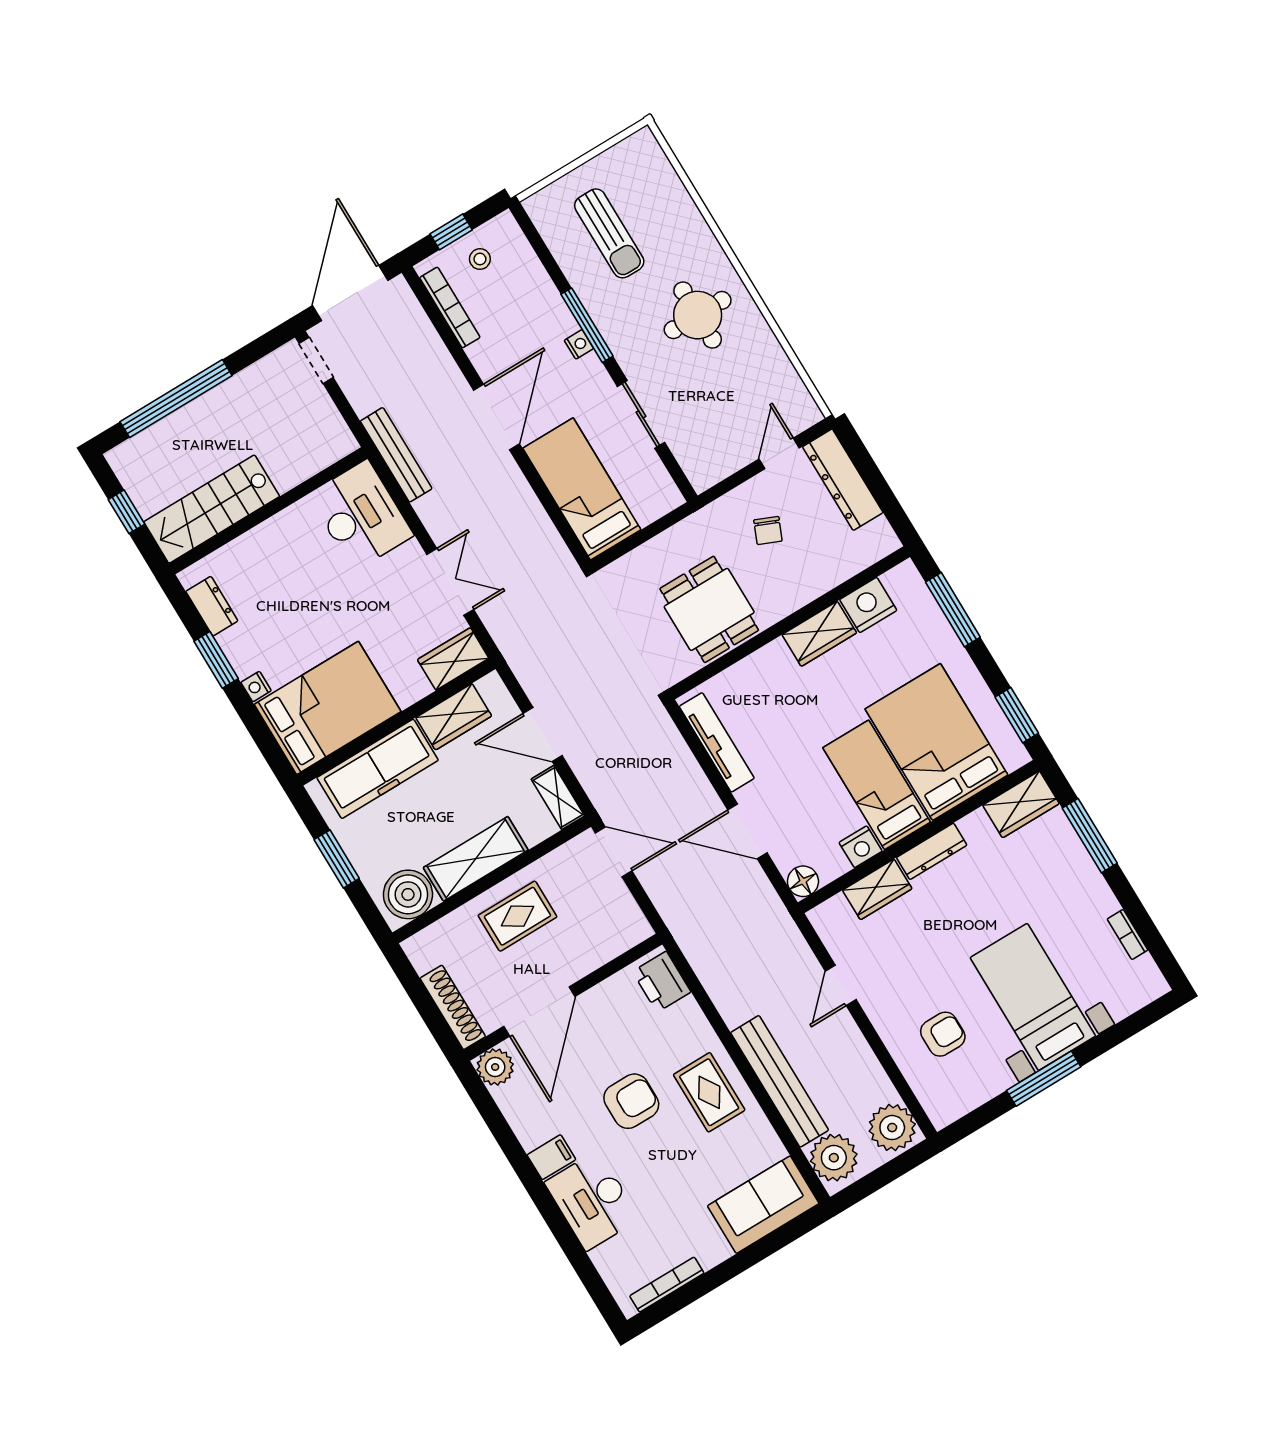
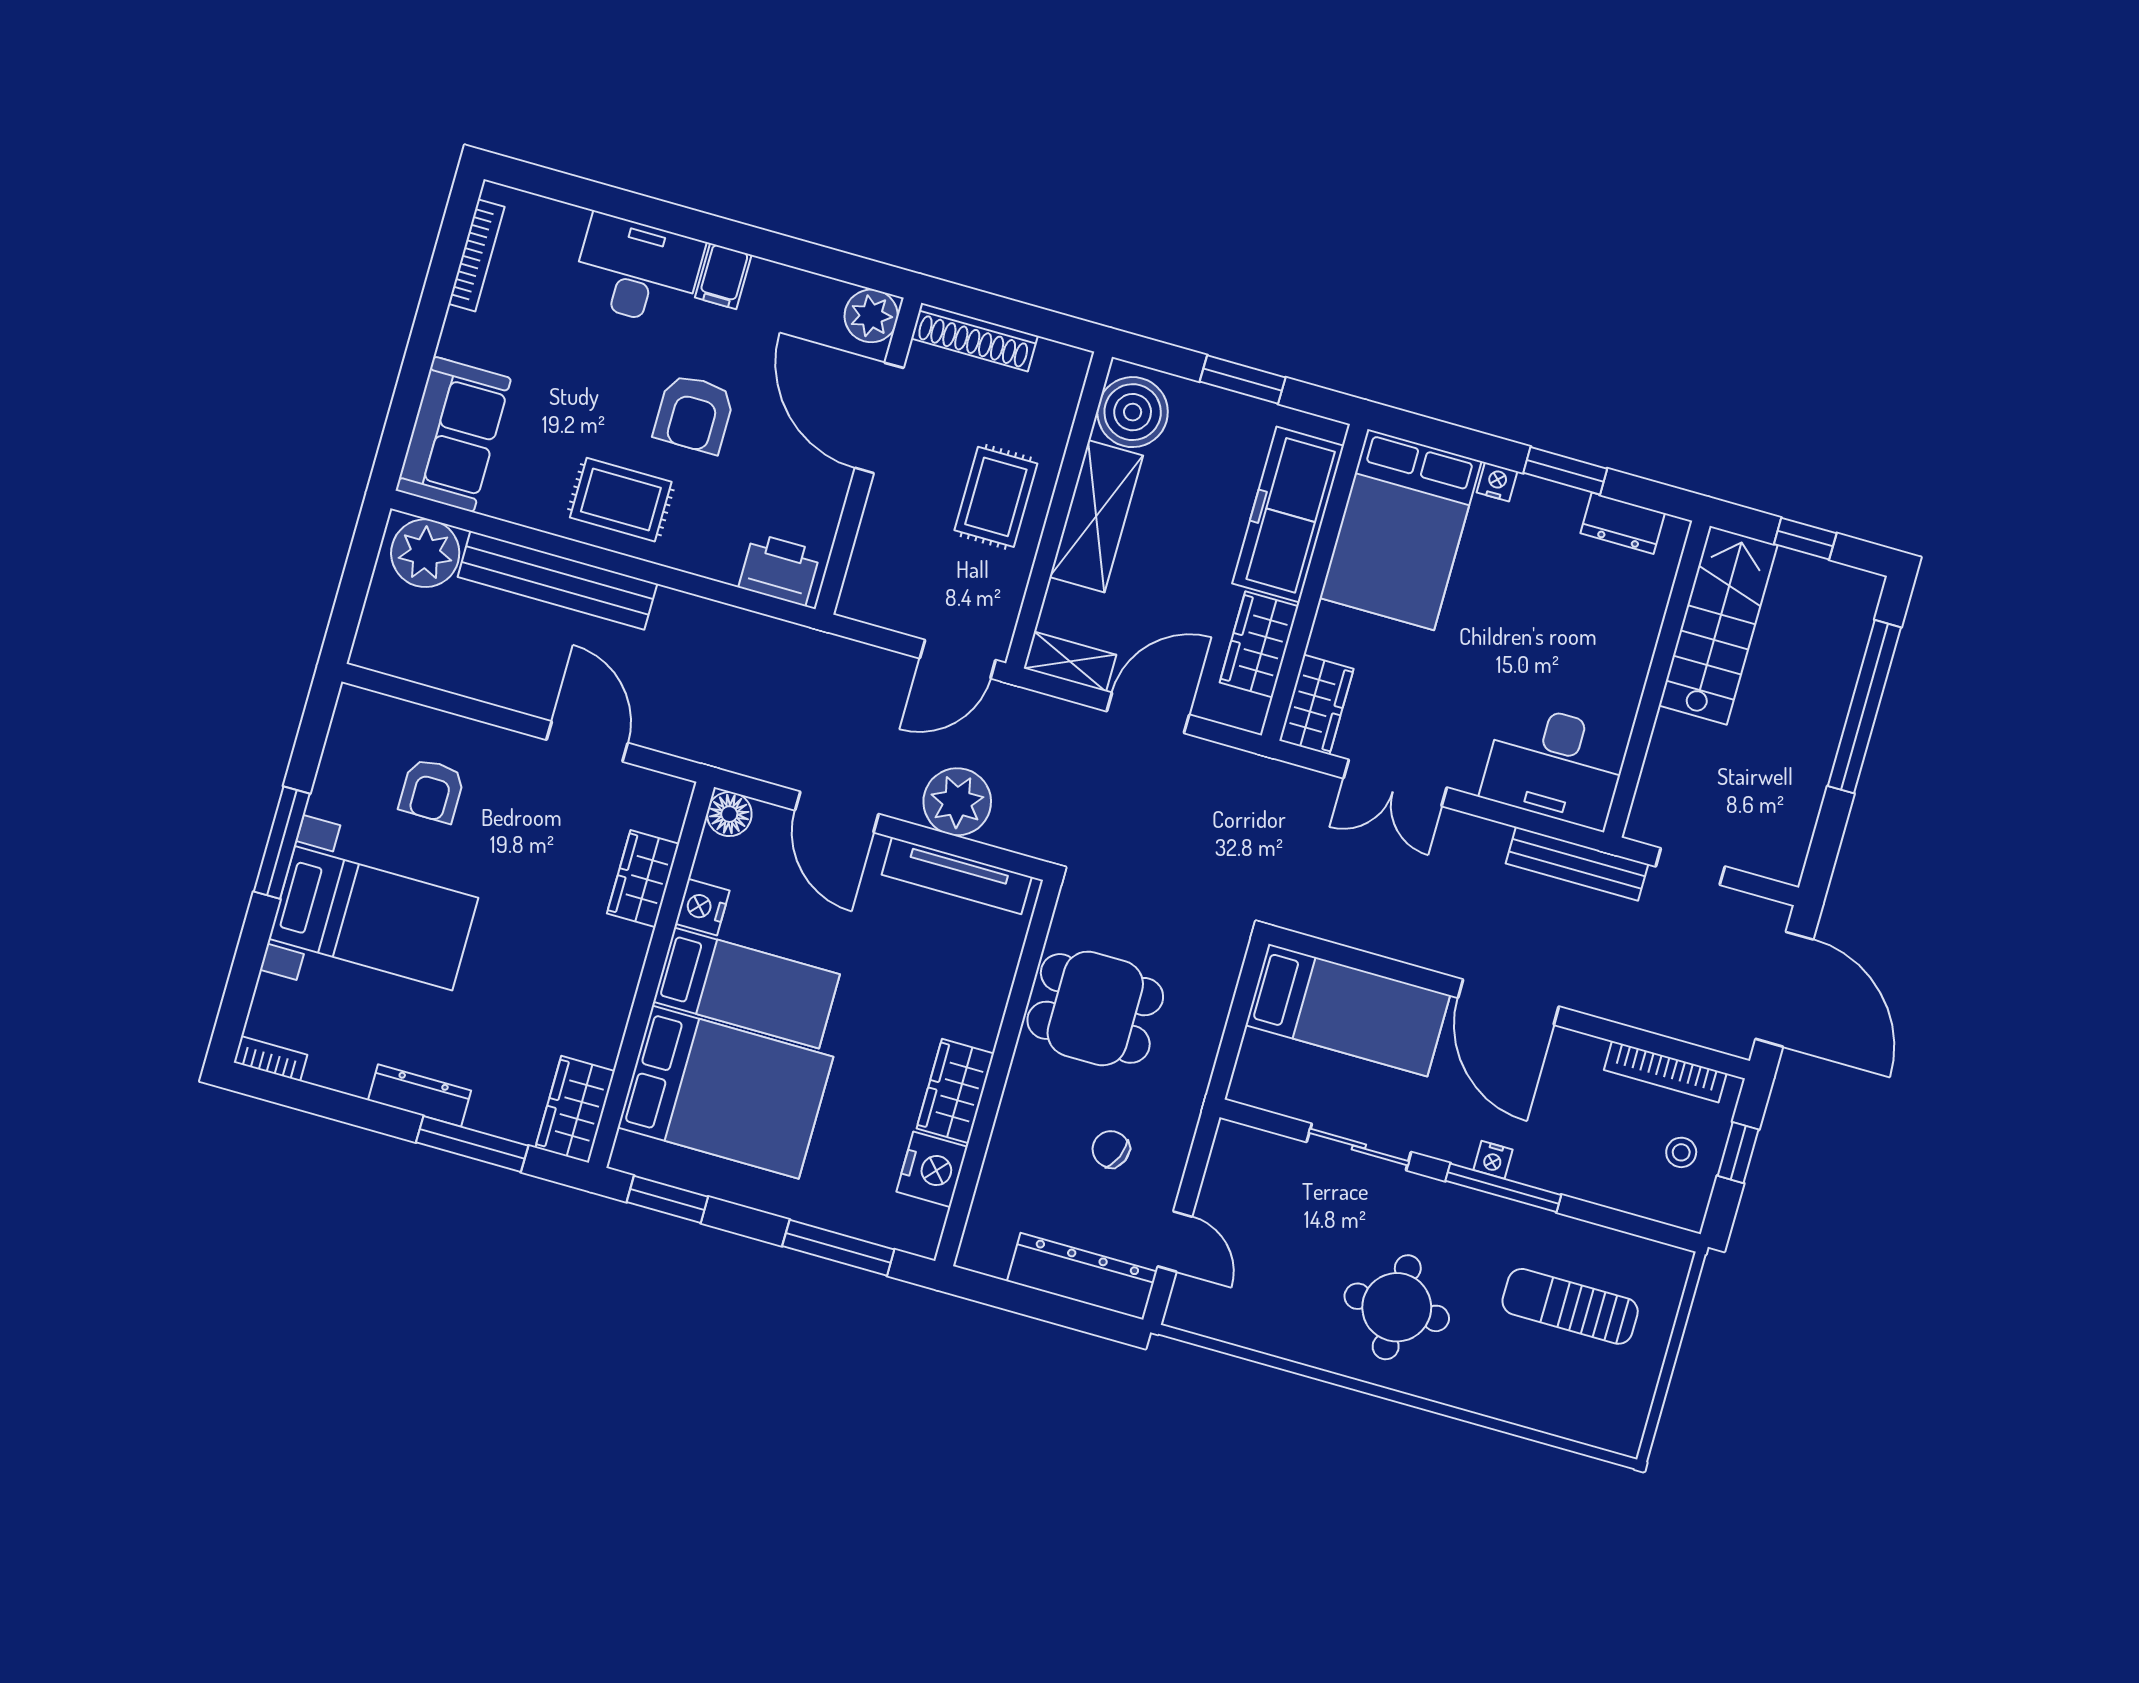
doorway: (316, 361) -> (1690, 866), moved
door: (747, 831) -> (837, 812), swing flipped
dresser: (932, 851) -> (420, 1095), moved, turned 90
bookcase: (1127, 935) -> (270, 1059), moved
door: (841, 985) -> (587, 741), width x1.38
plant: (892, 1128) -> (957, 802), moved

